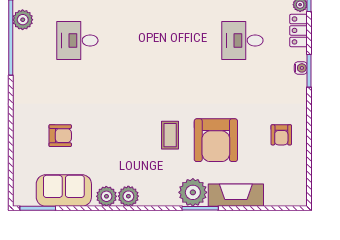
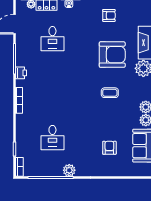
plant: (23, 20) -> (69, 170), moved
coffee table: (170, 135) -> (110, 93), moved

